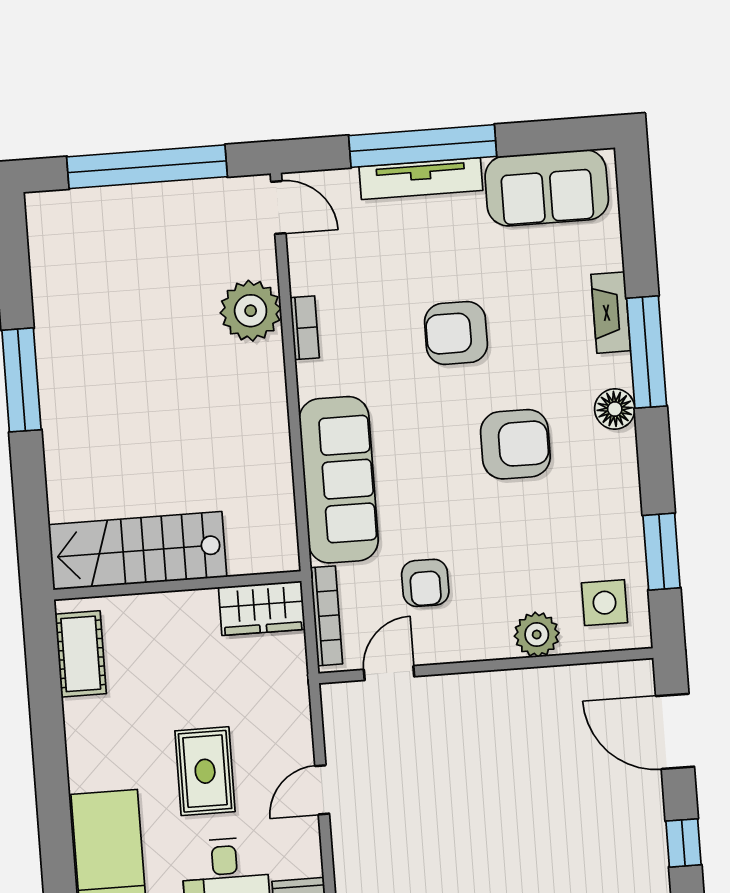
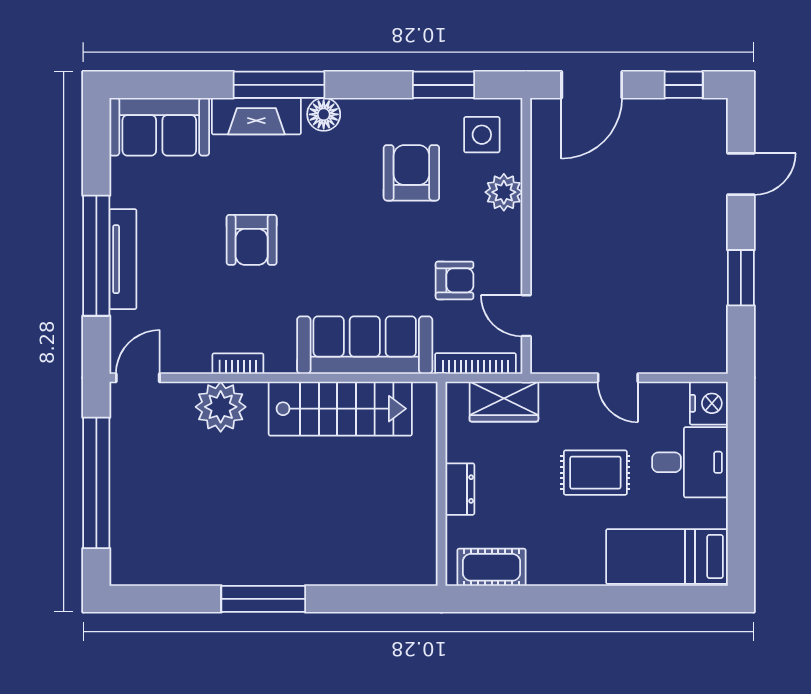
sofa: (547, 188) -> (159, 127), moved, turned 90
fireplace: (611, 313) -> (256, 116), width x1.37, depth x1.32
armchair: (515, 444) -> (411, 173), moved
stairs: (138, 551) -> (340, 409), moved, turned -90
dresser: (173, 608) -> (460, 489), added
wardrobe: (262, 608) -> (504, 402), moved, turned 90

